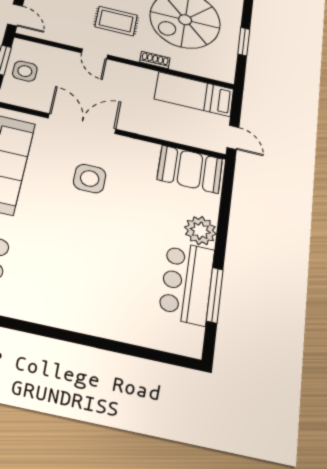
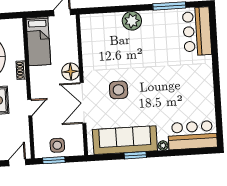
floor lamp: (137, 122) -> (71, 72), added
booth: (190, 169) -> (93, 34), removed
bar counter: (187, 283) -> (197, 31), moved, turned 90

